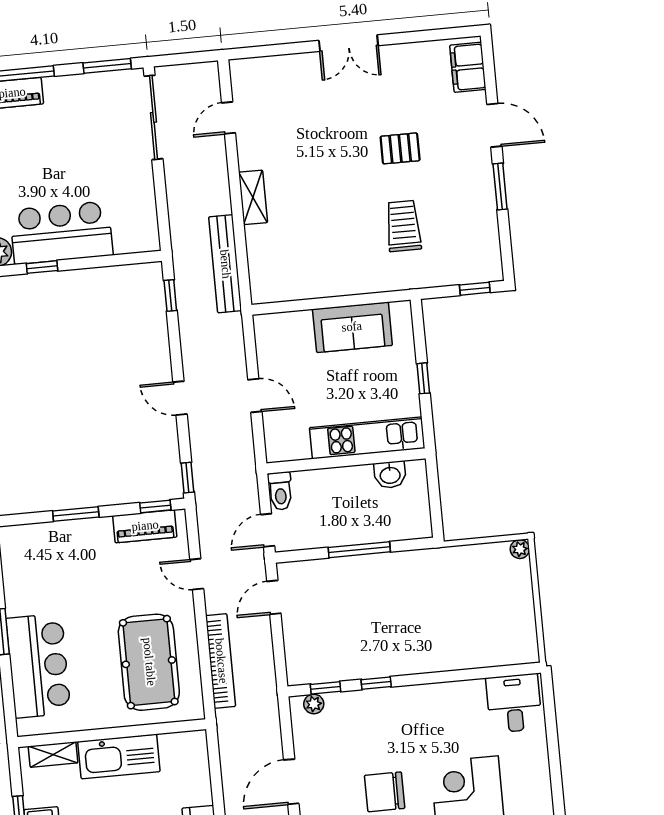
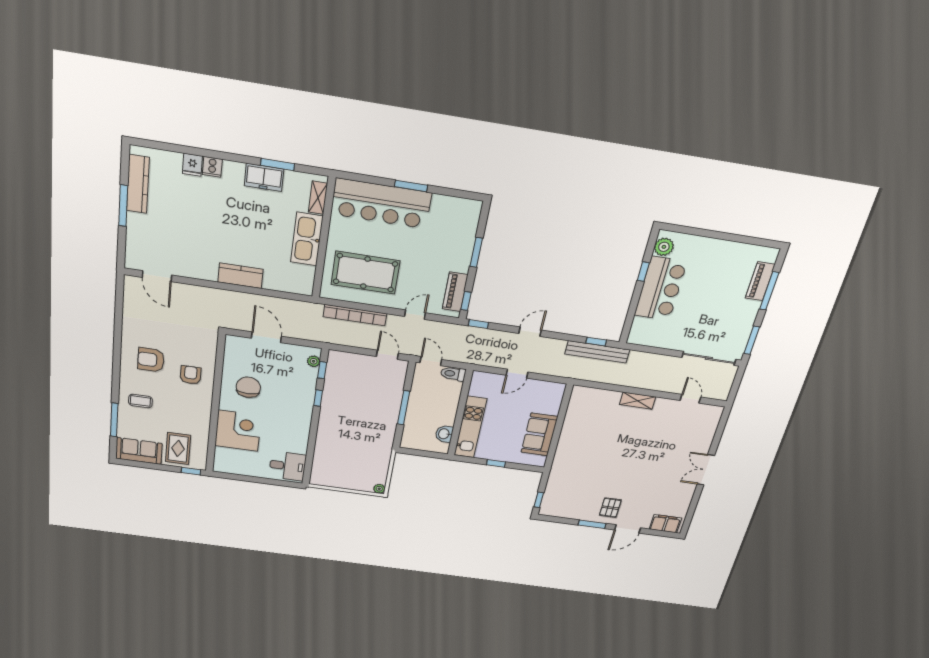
pallet: (400, 148) -> (610, 508), moved
trolley: (403, 226) -> (589, 473), removed
bench: (225, 264) -> (597, 352), moved
bar counter: (38, 666) -> (381, 203), width x1.36

